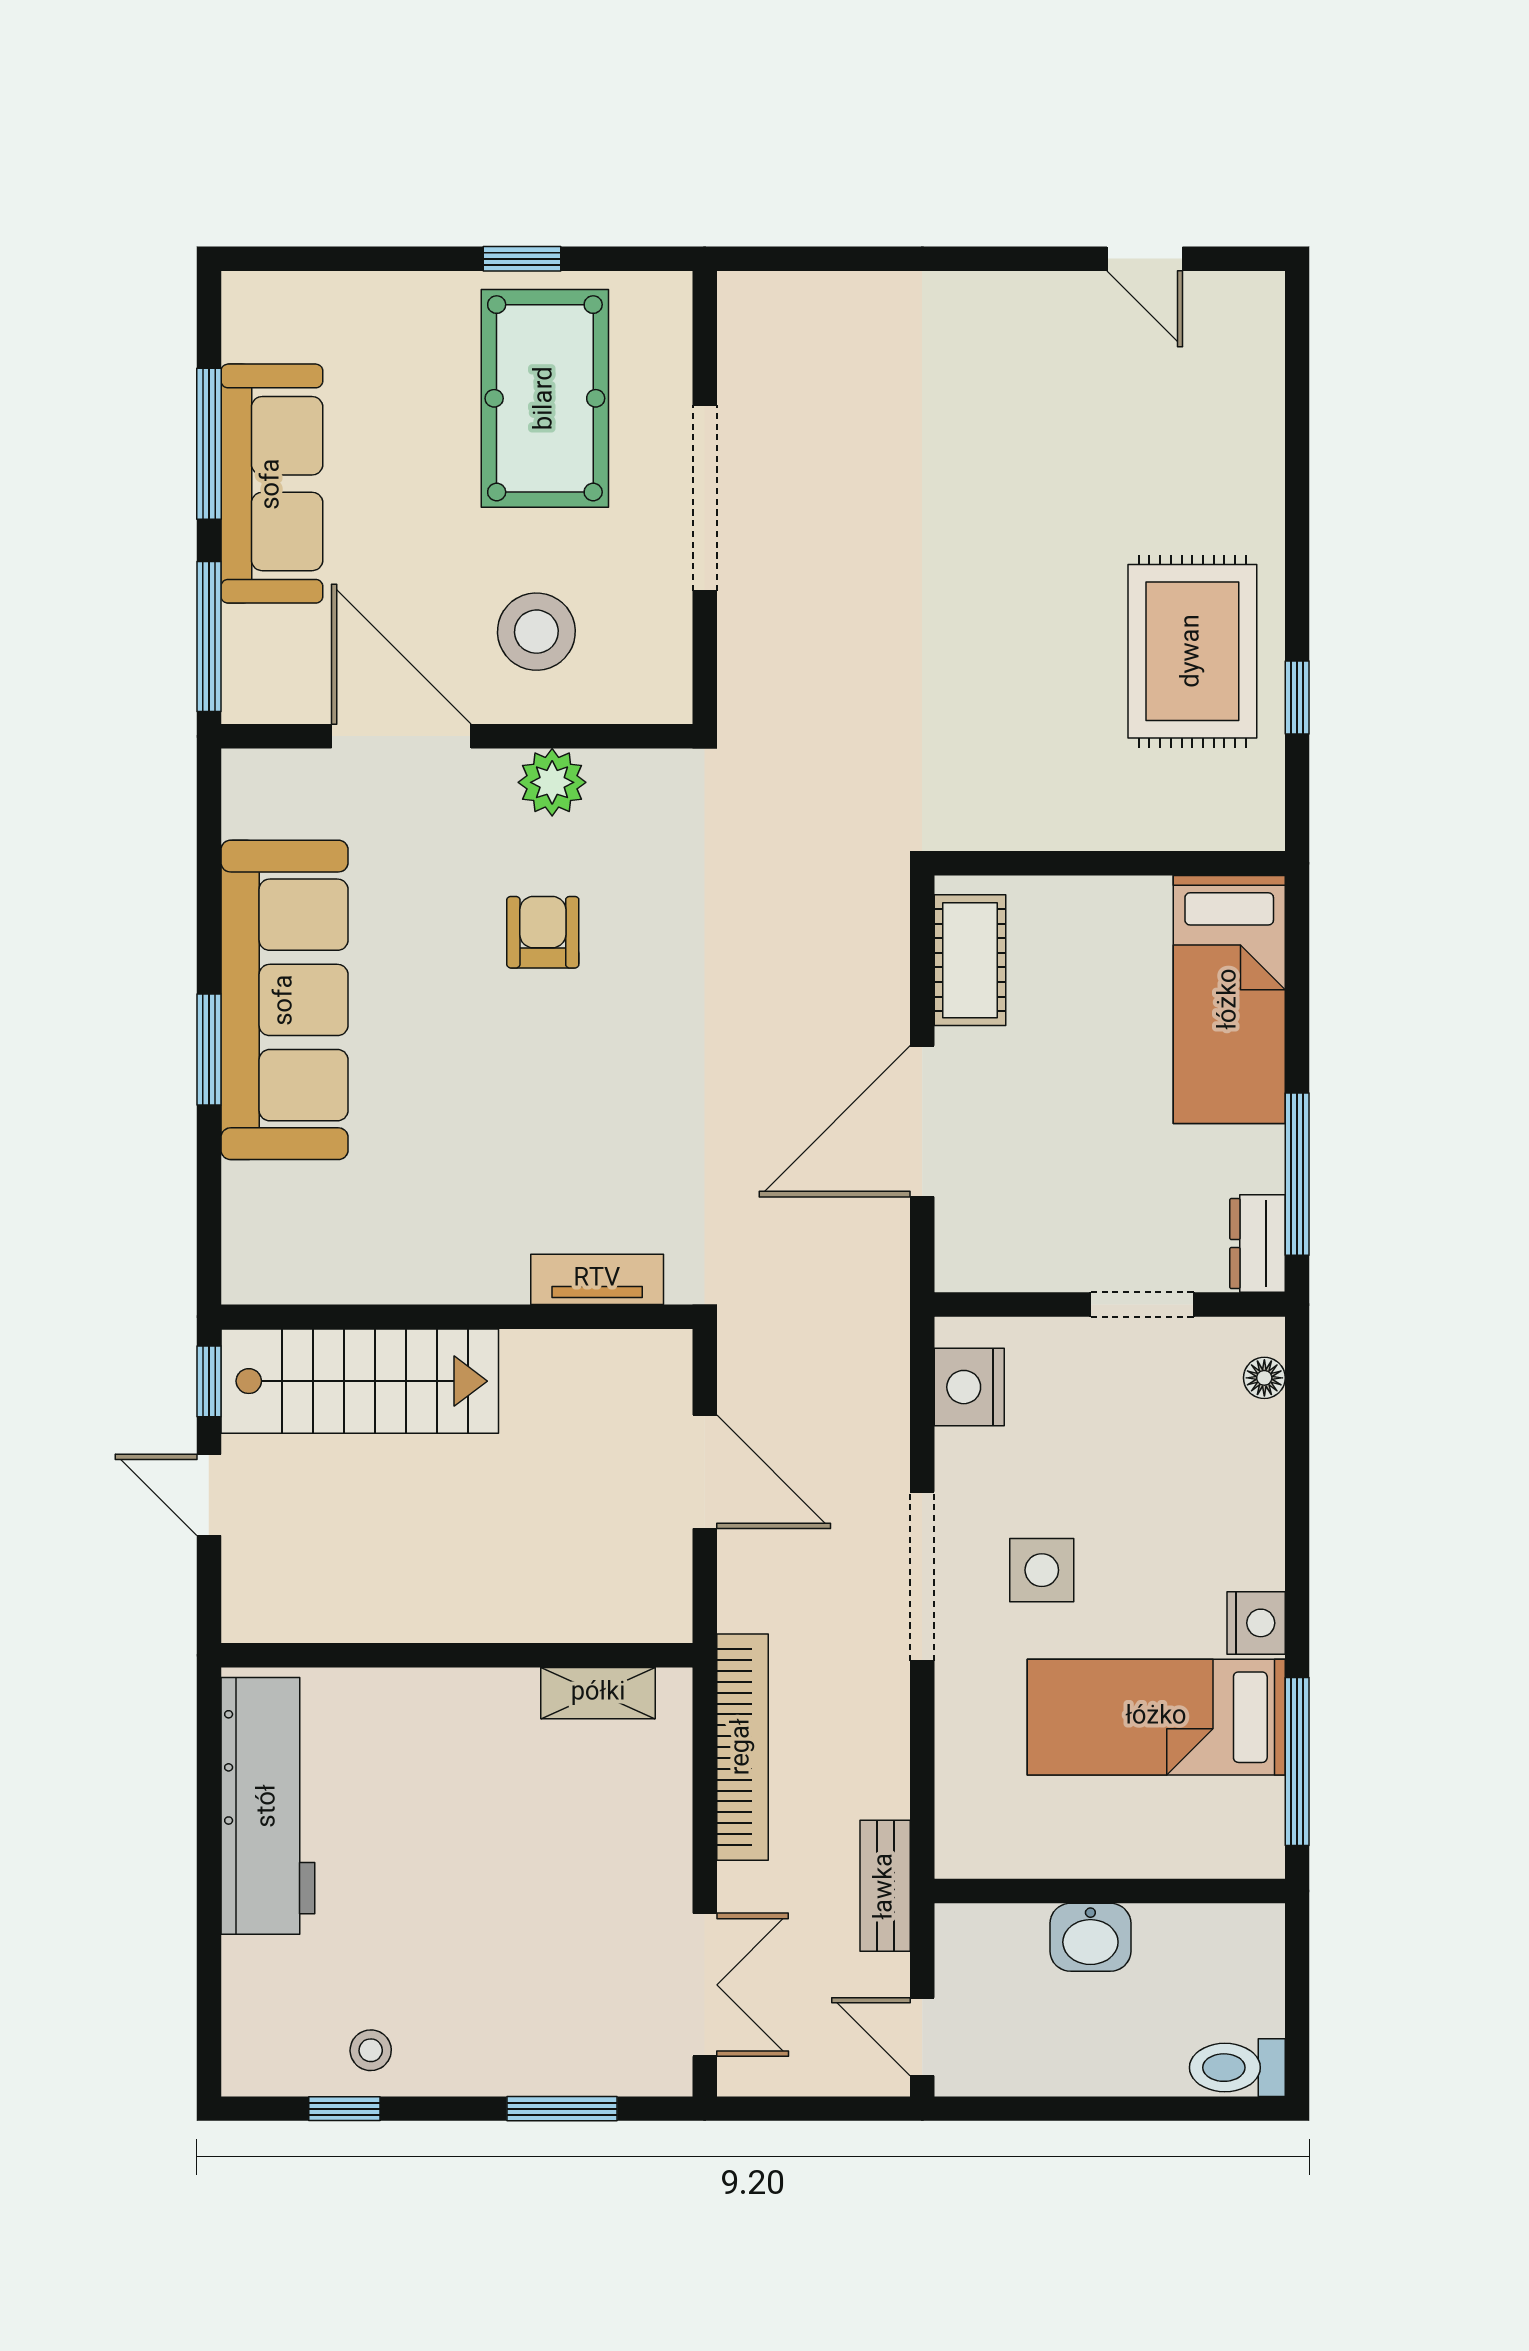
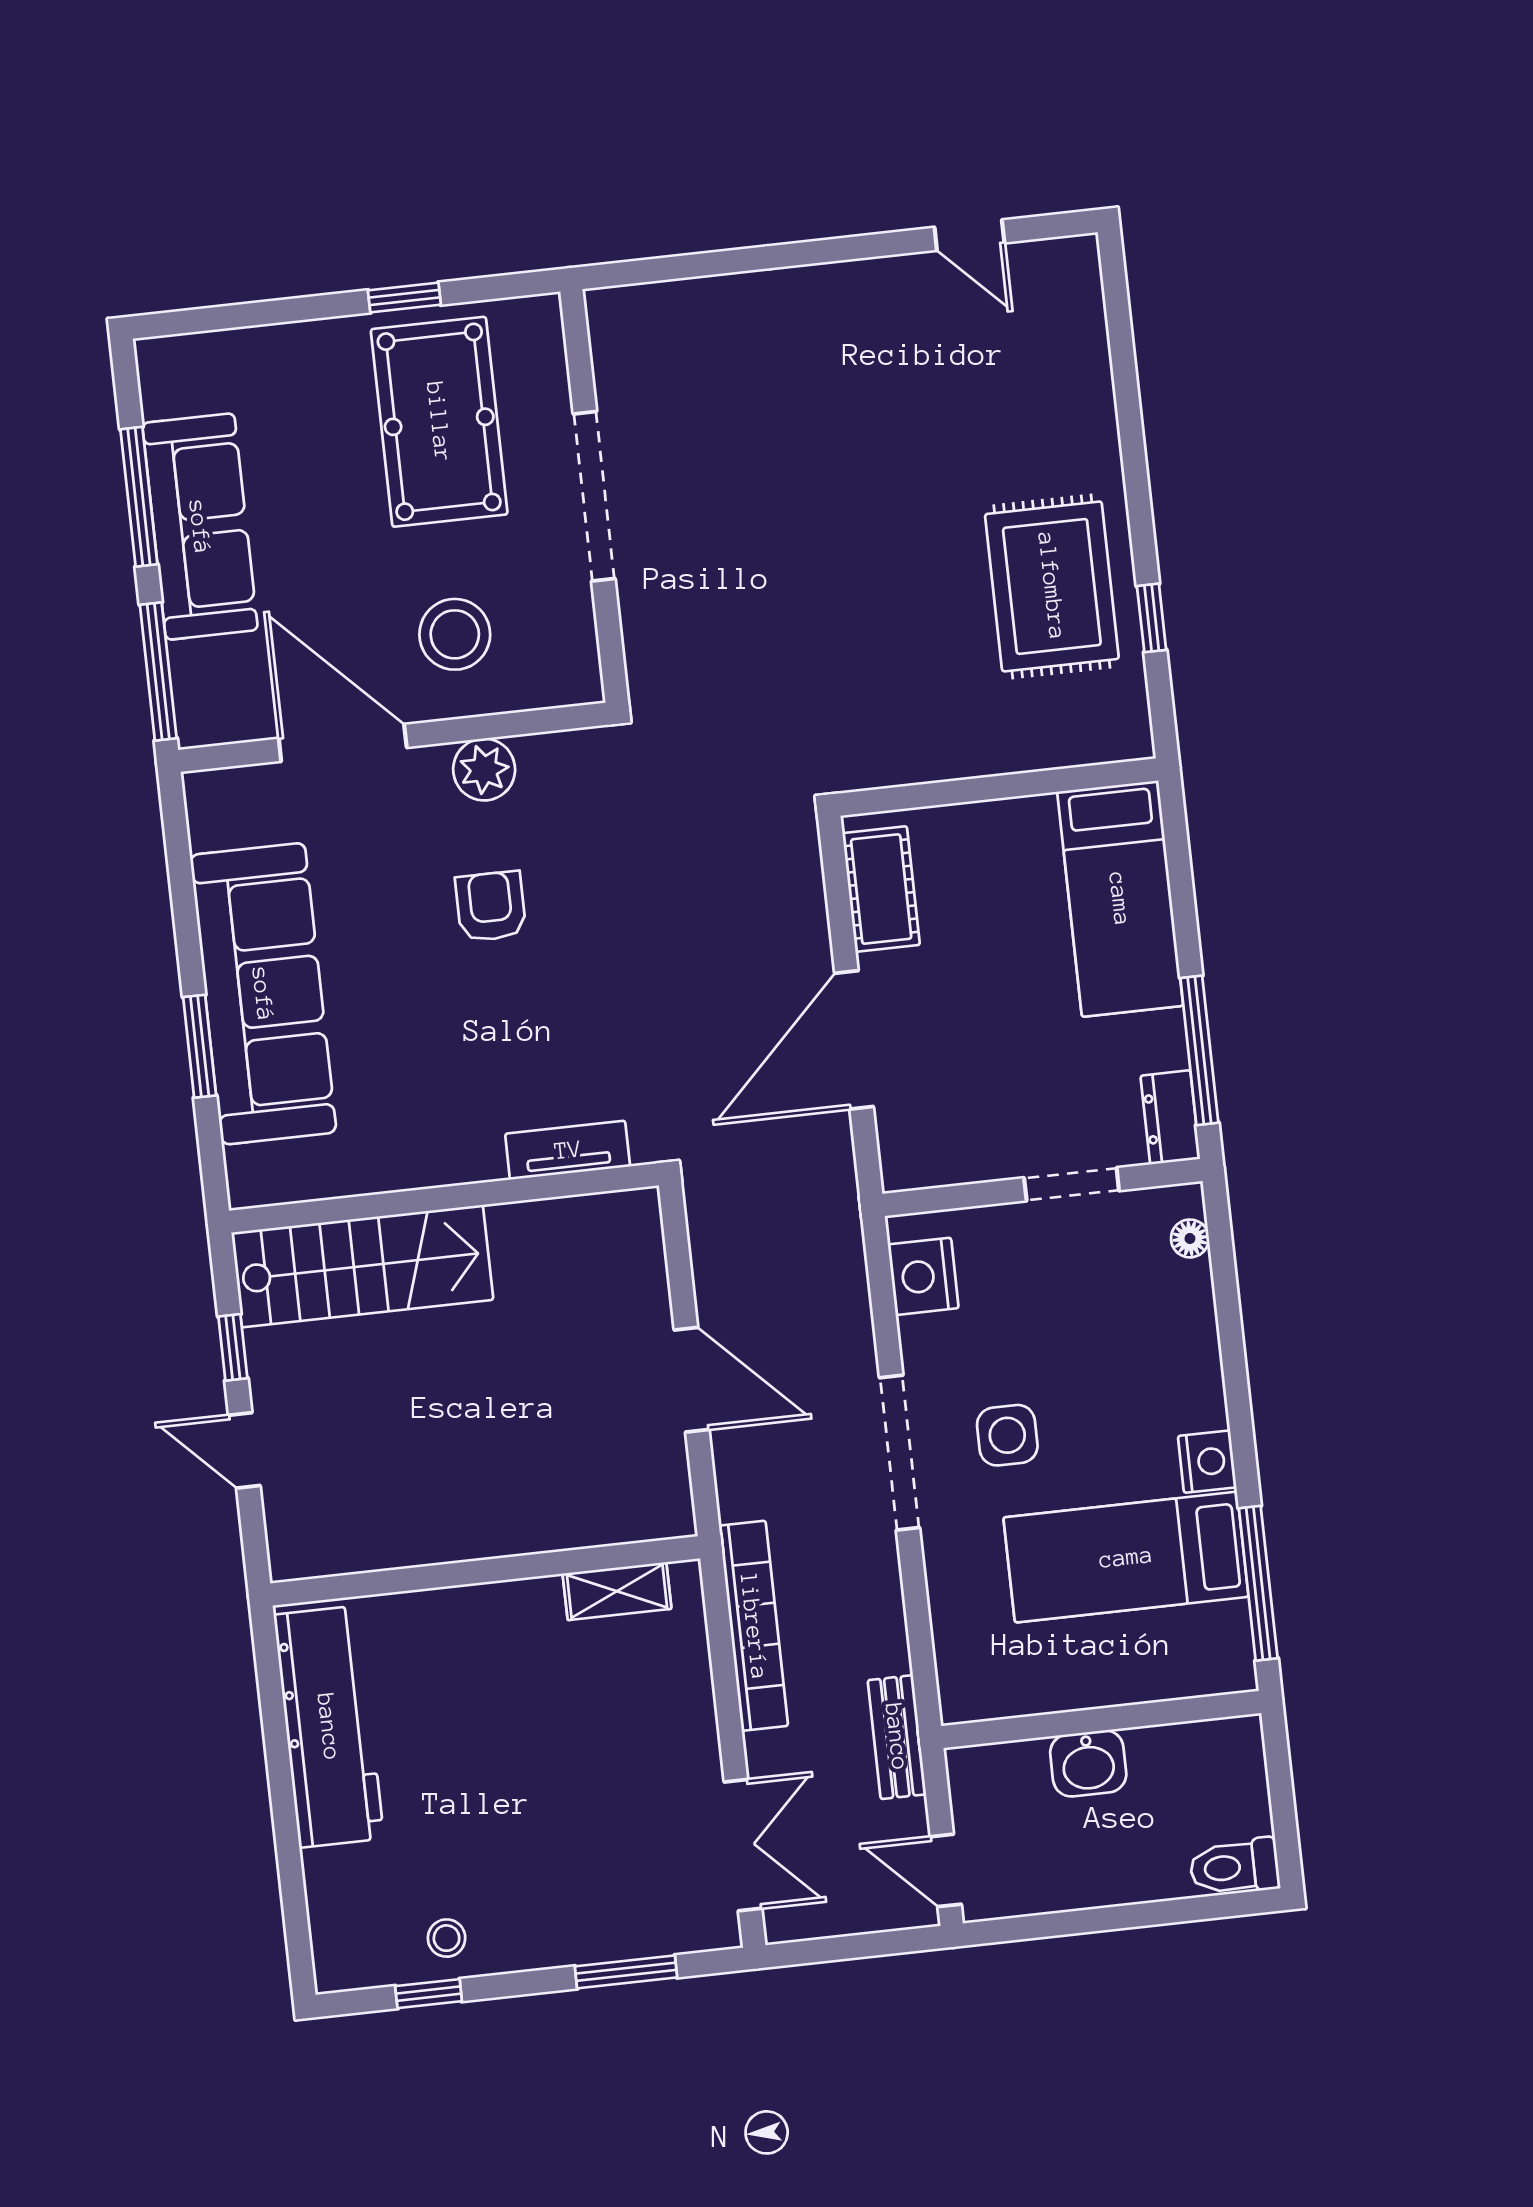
tv unit: (597, 1279) -> (568, 1150), moved
wall: (457, 1317) -> (444, 1198), moved
stairs: (360, 1381) -> (362, 1266), moved

